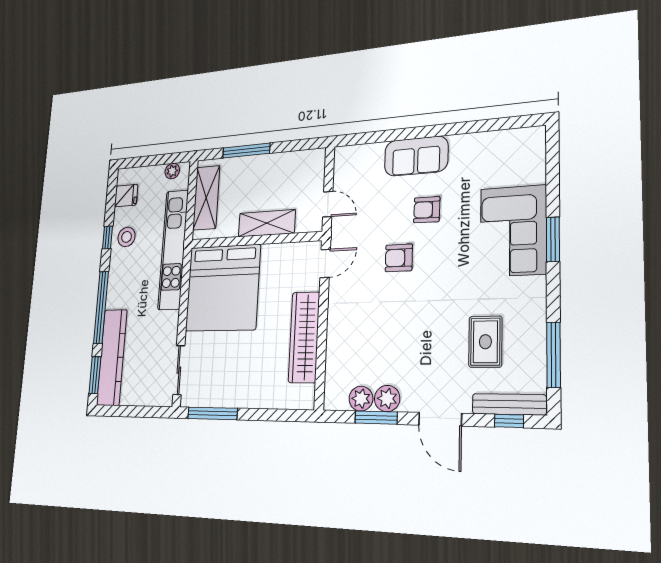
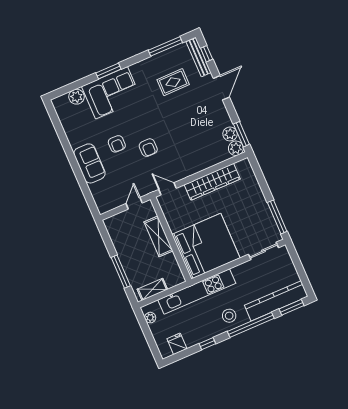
plant: (532, 170) -> (76, 97), added
shelving: (206, 198) -> (152, 289), width x0.67, depth x0.75
stool: (127, 237) -> (229, 316), moved
plant: (387, 399) -> (236, 148), moved
window: (376, 418) -> (241, 134), moved

